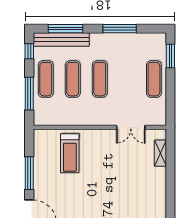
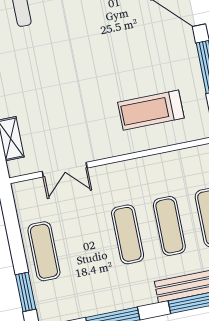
double door: (131, 127) -> (65, 170), swing flipped
treadmill: (70, 153) -> (151, 110), turned -90

